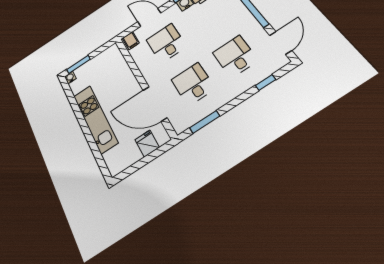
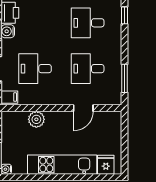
plant: (124, 73) -> (36, 119), added
door: (155, 104) -> (83, 108), width x0.53
fridge: (147, 144) -> (106, 165), moved, turned 90

